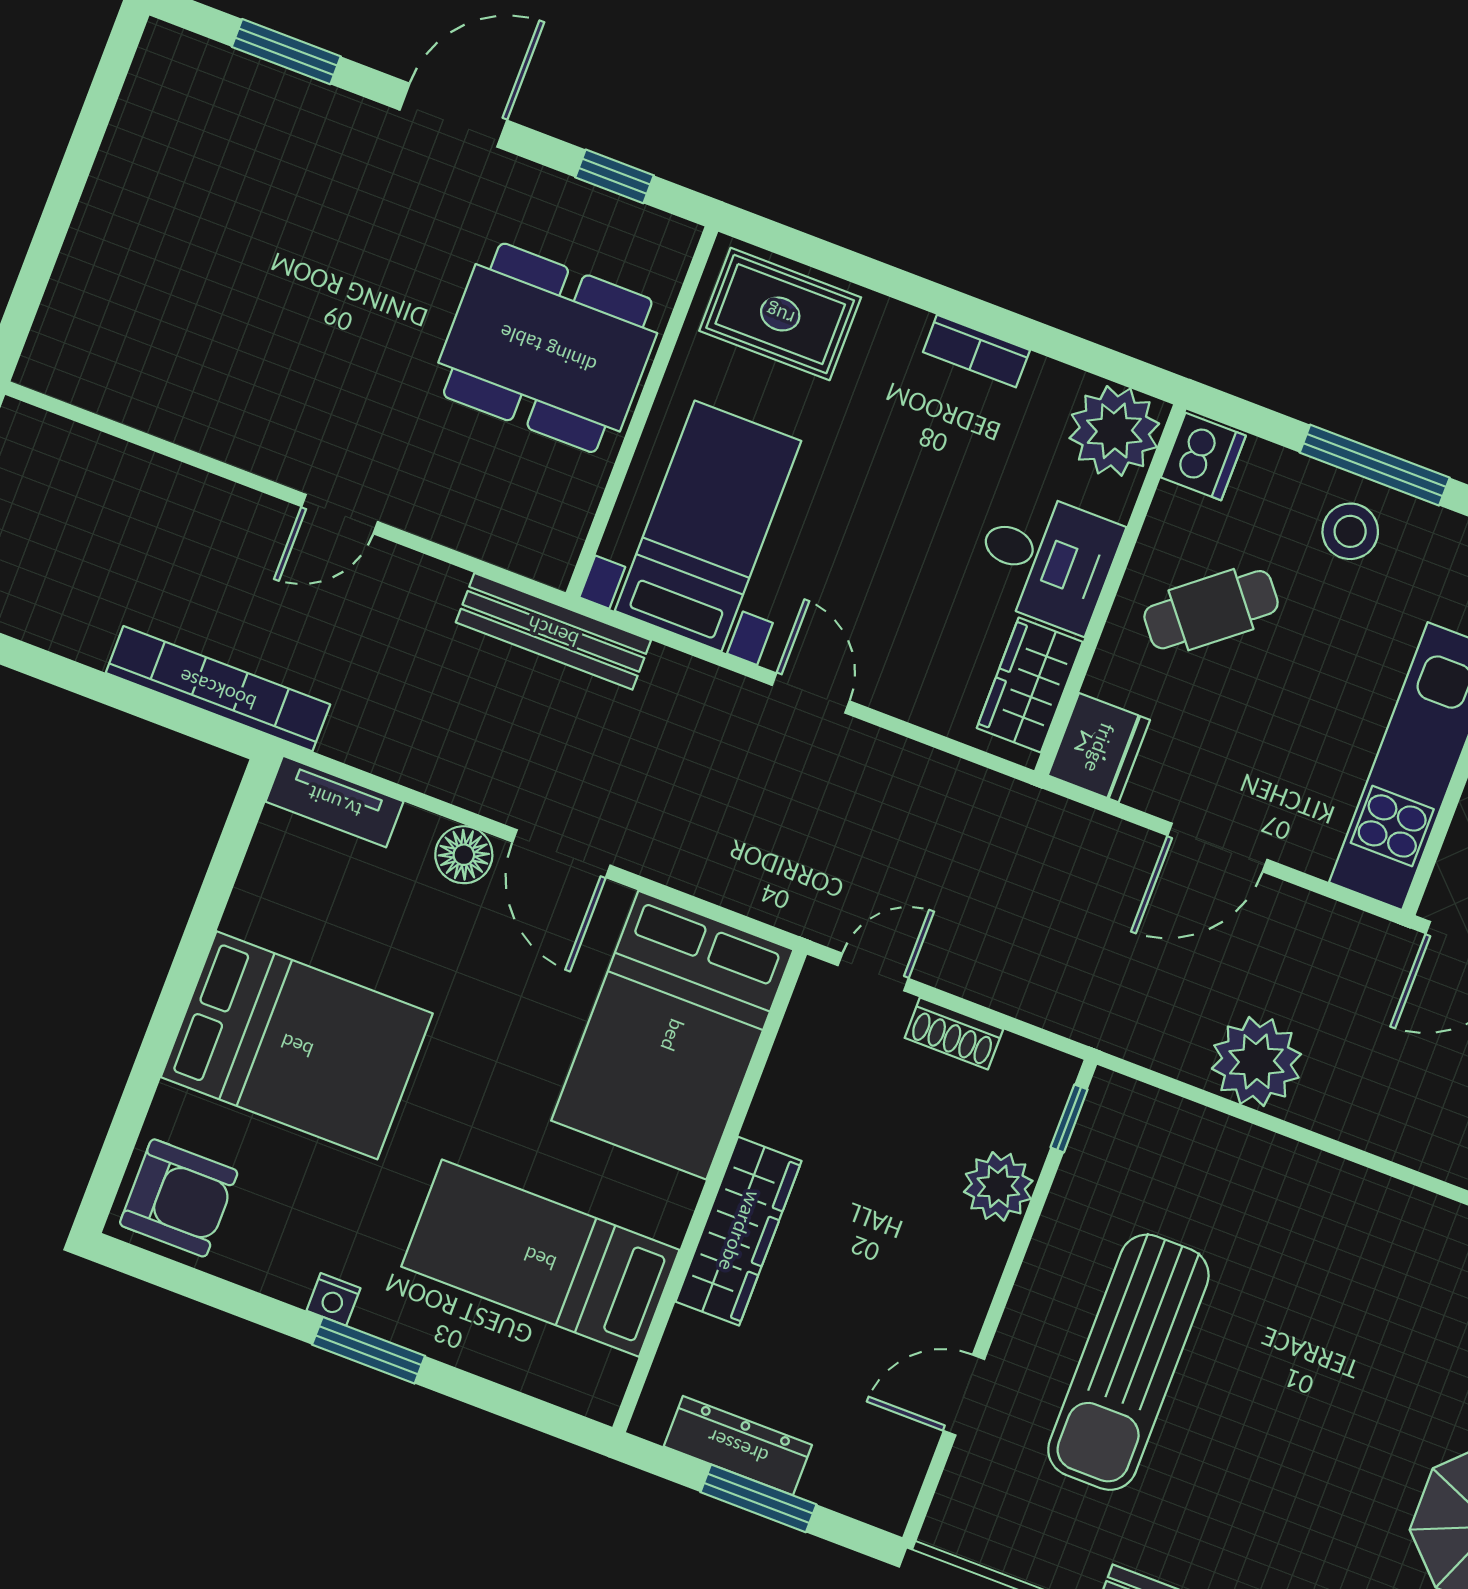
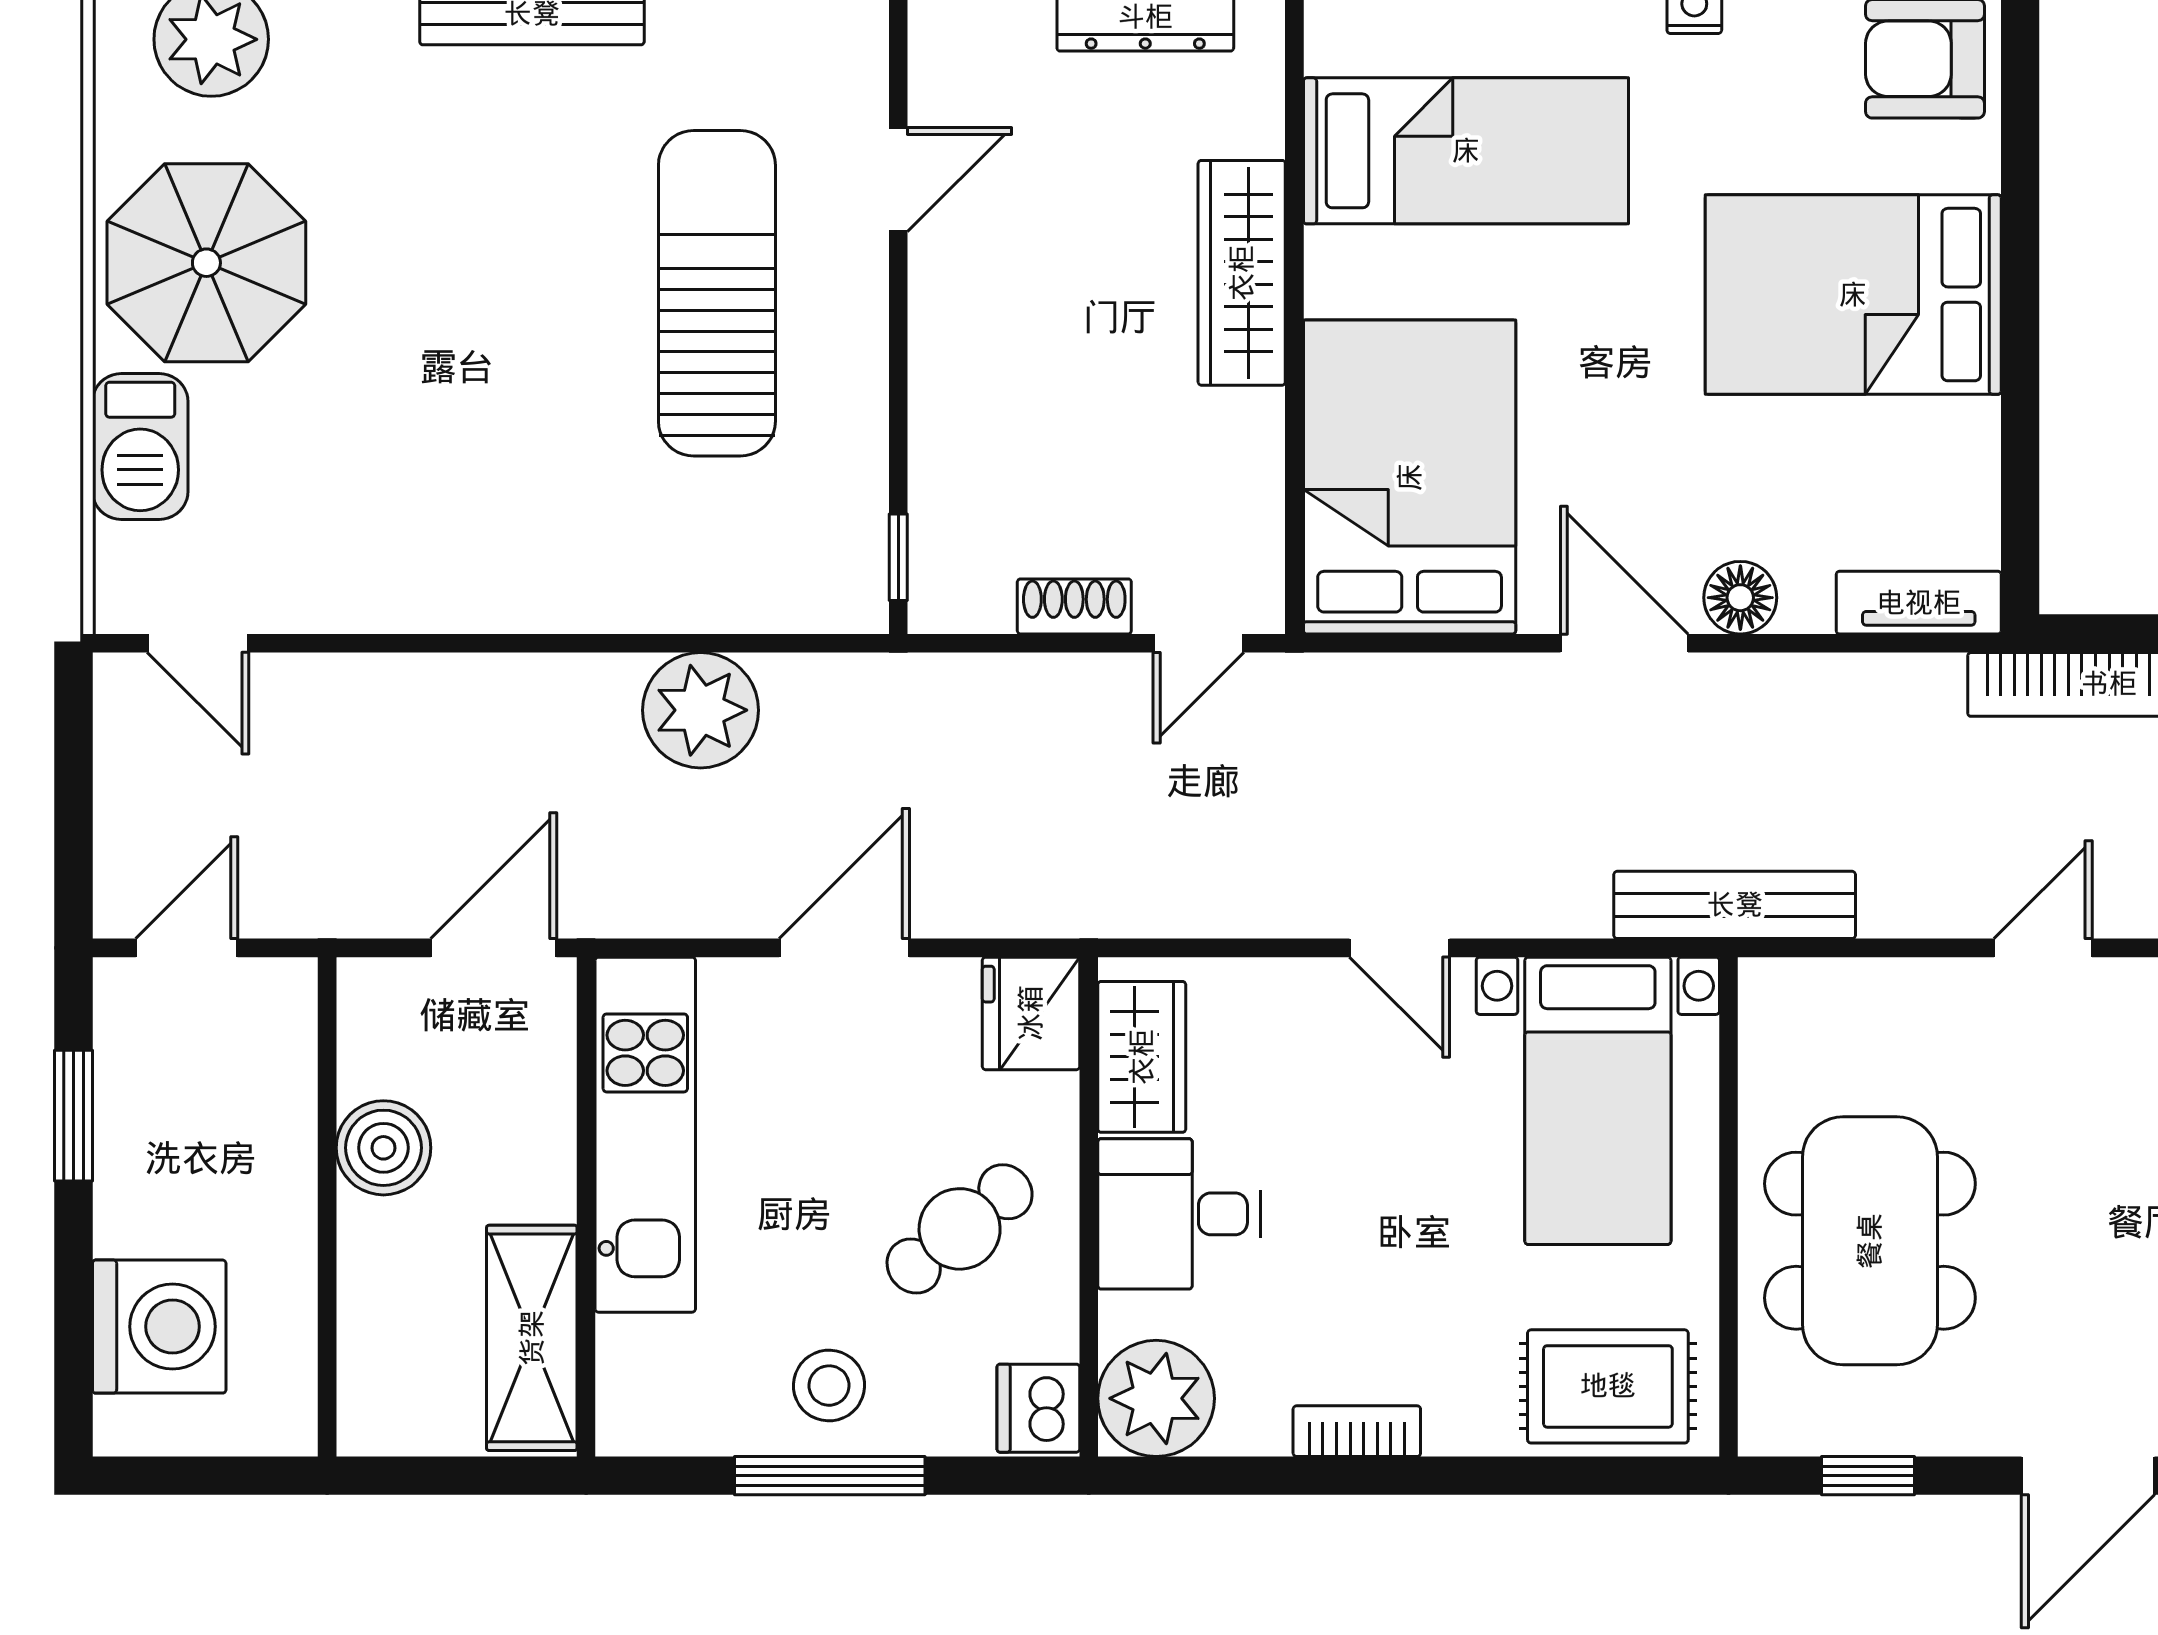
dining table: (548, 348) -> (1870, 1241), turned 90
plant: (998, 1186) -> (952, 444), removed

